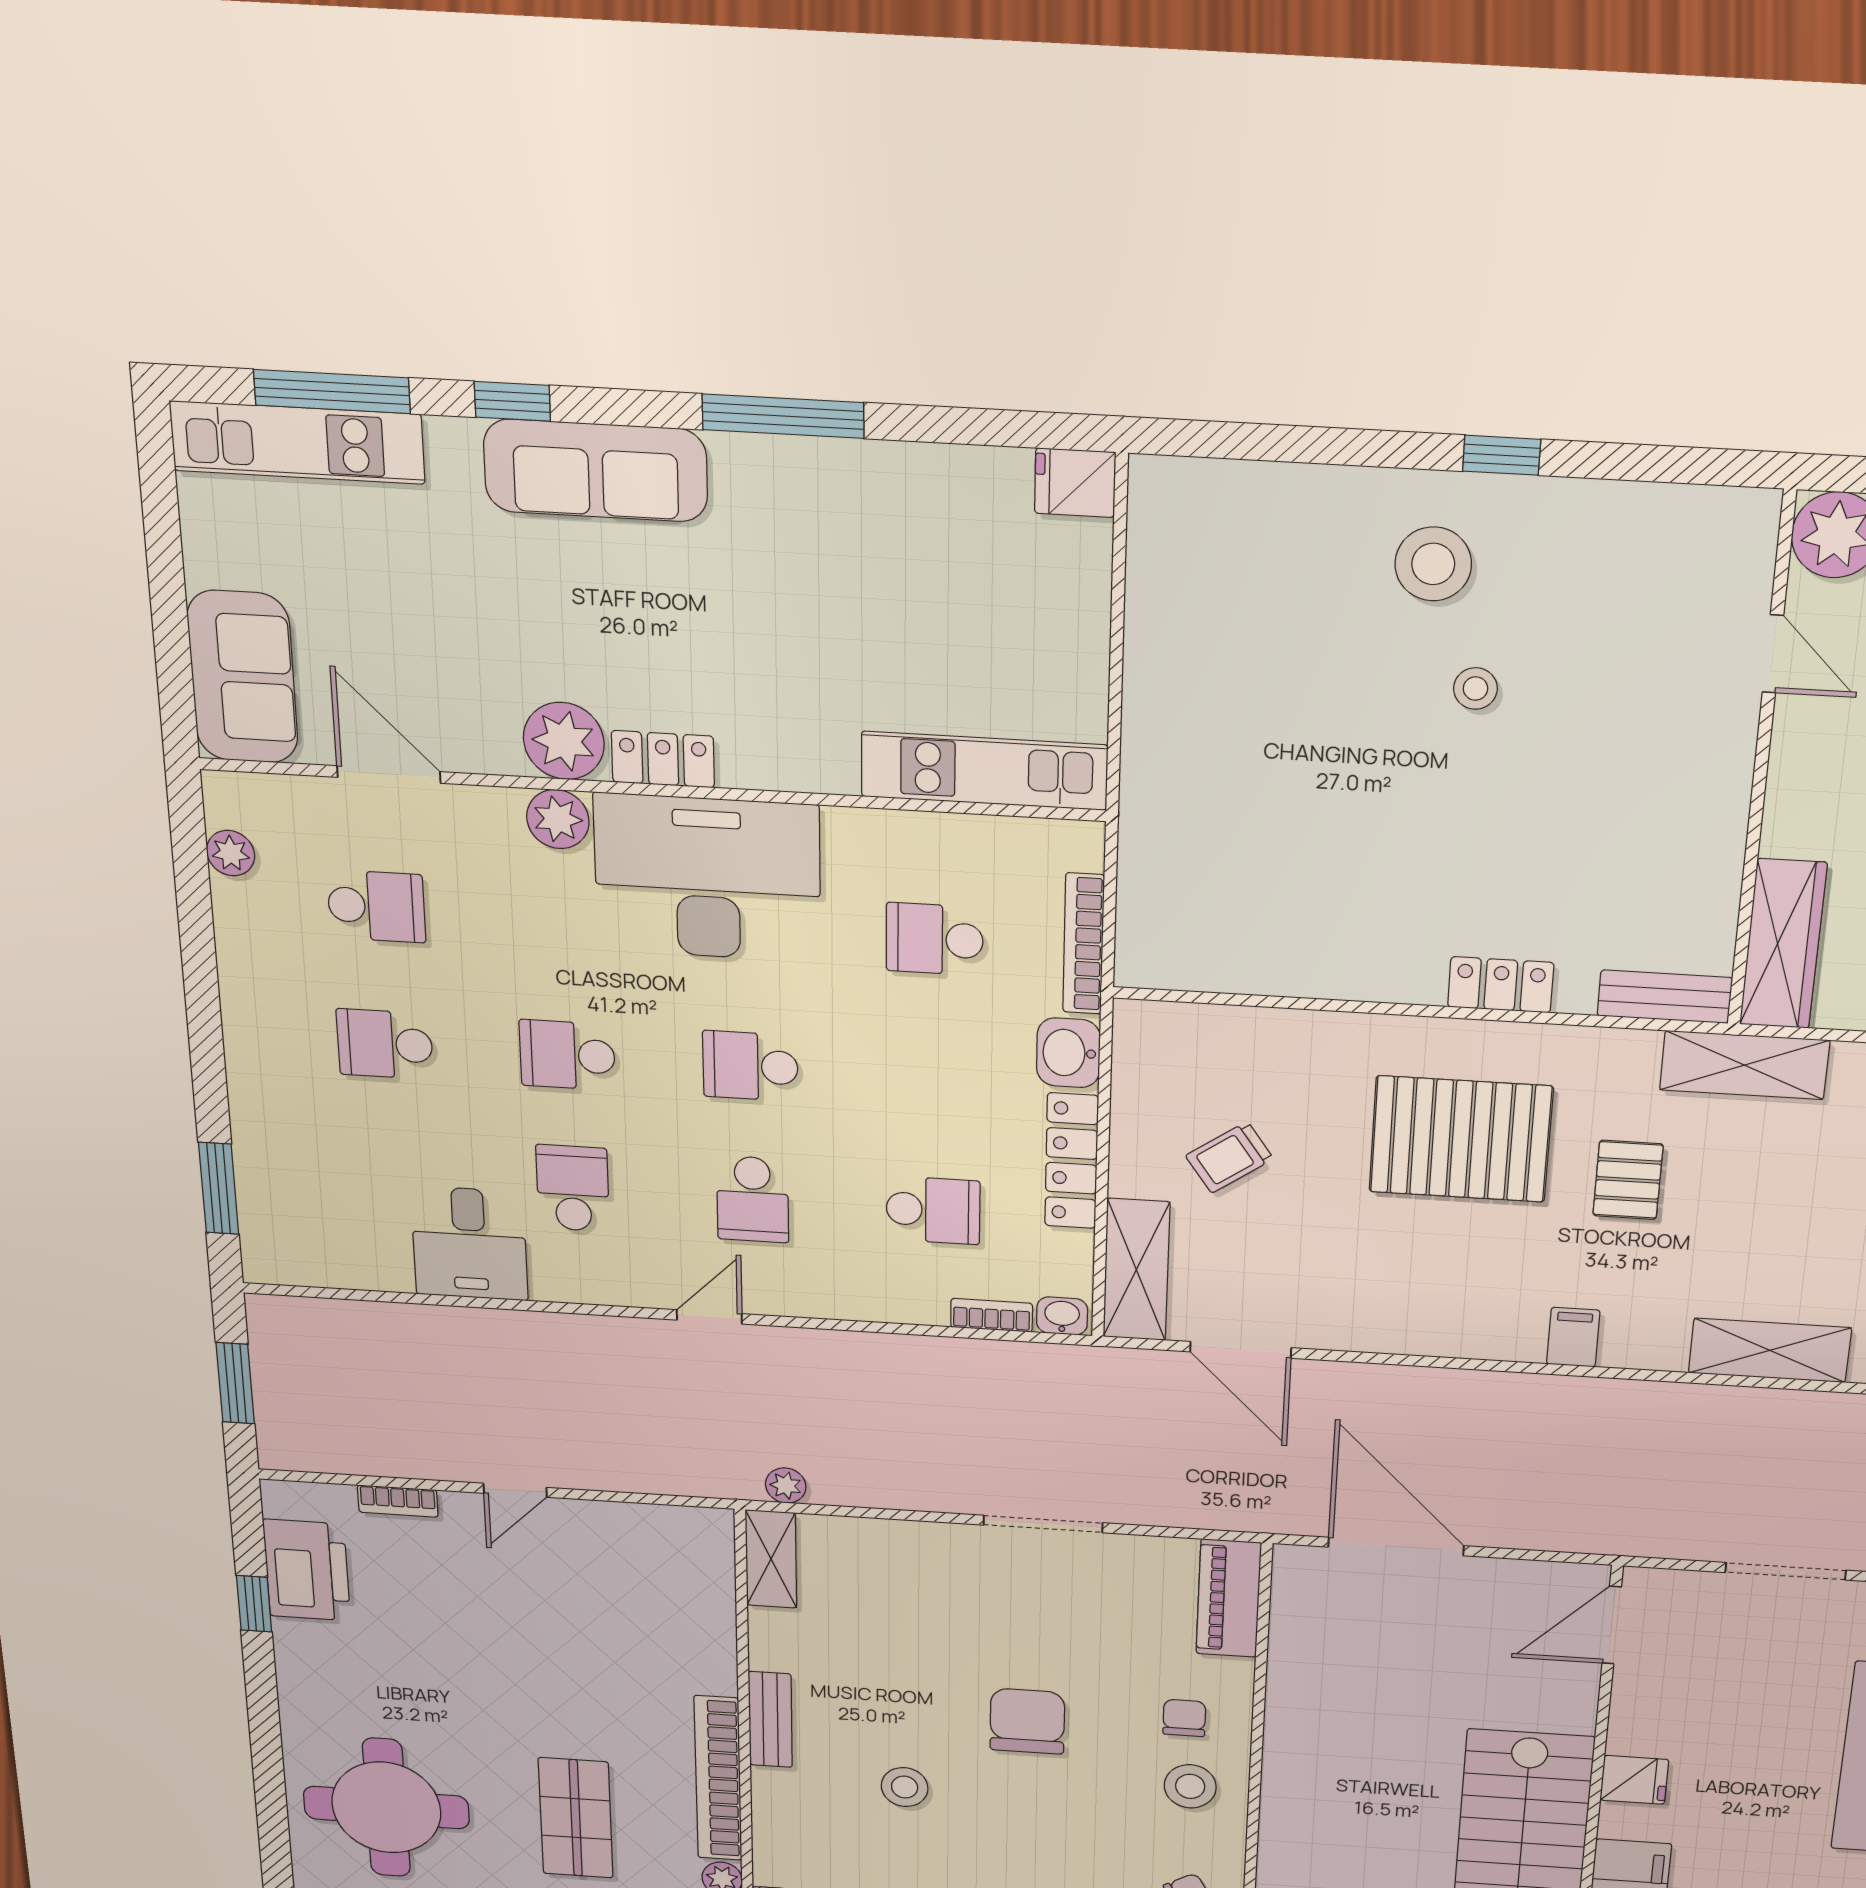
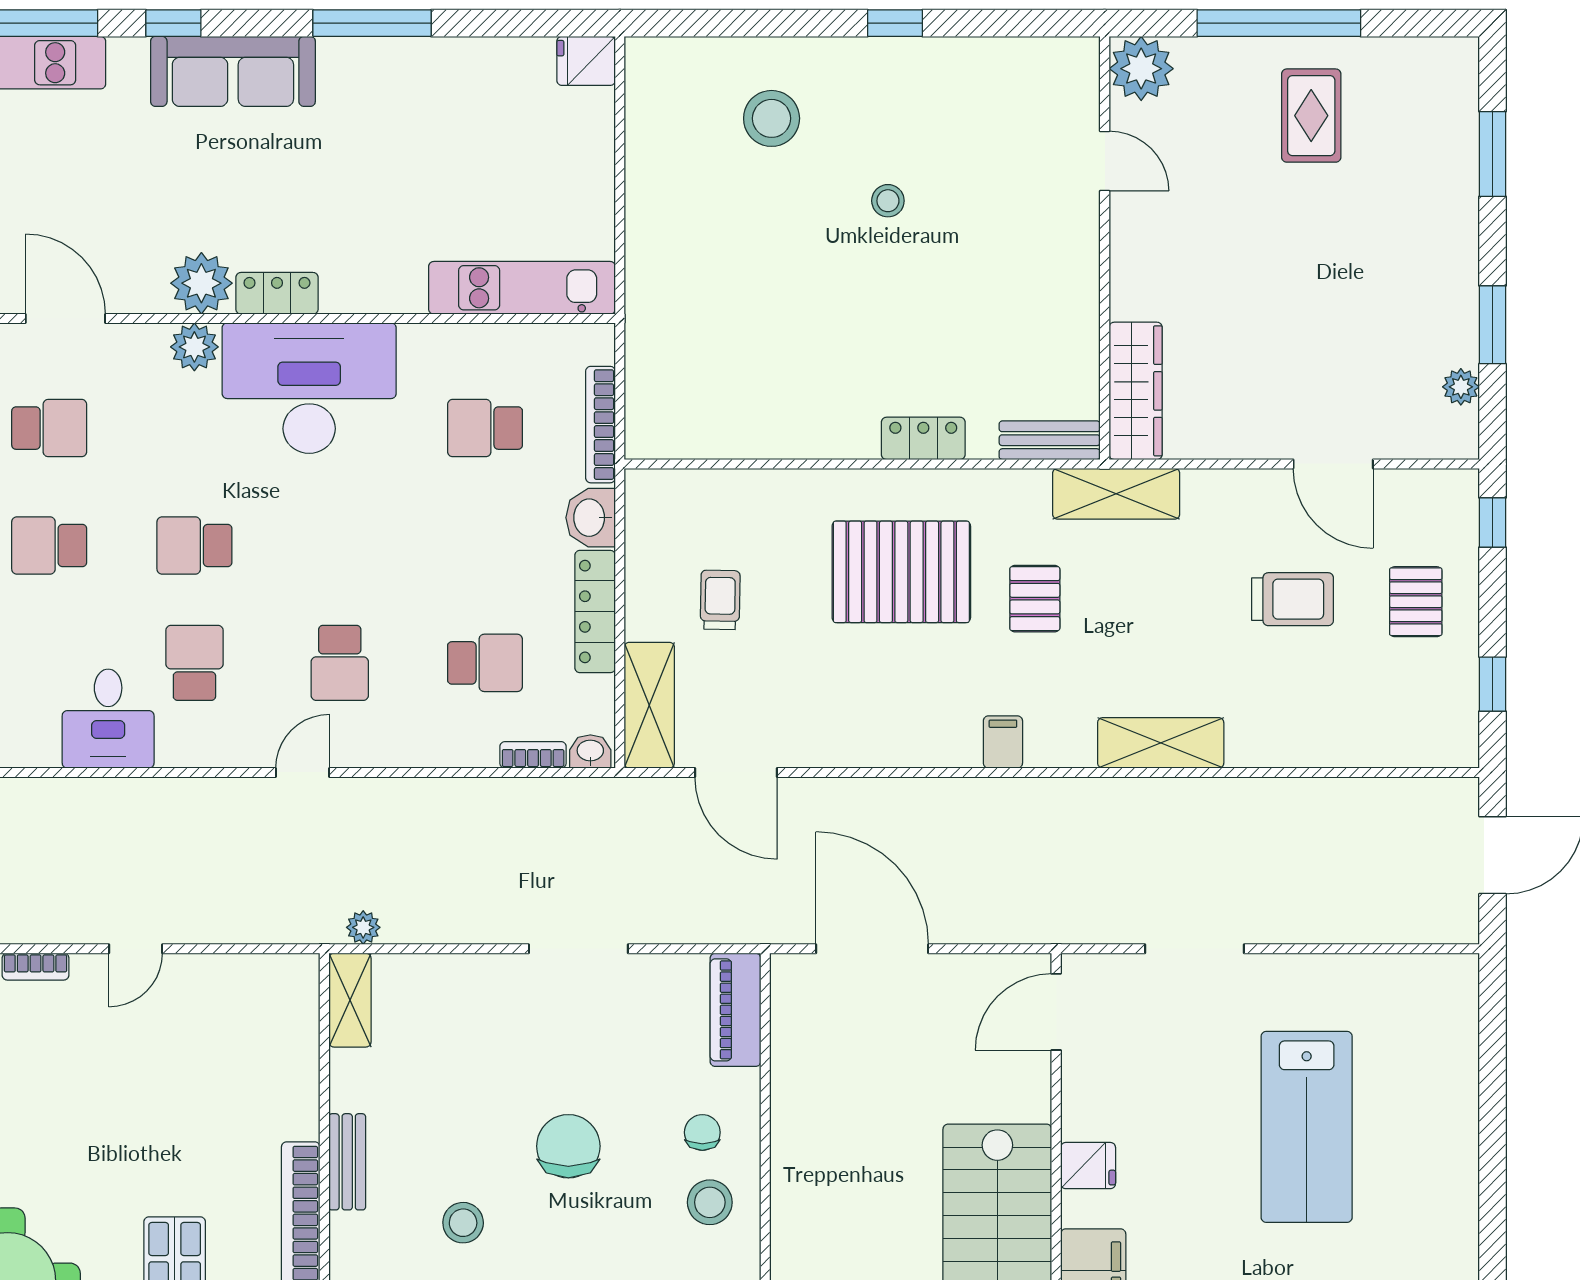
stool: (1433, 564) -> (772, 118), moved
school desk: (750, 1066) -> (340, 545), removed
trolley: (1229, 1157) -> (720, 600), turned 126

